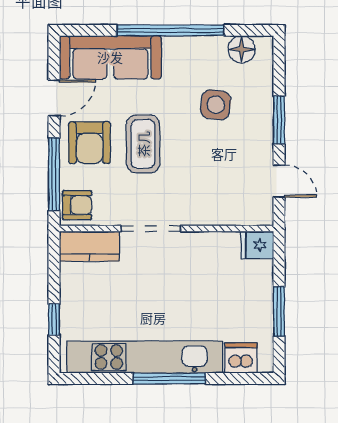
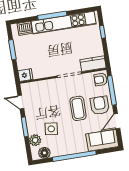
sofa: (110, 57) -> (102, 140), width x0.73
plant: (259, 84) -> (35, 140), added

